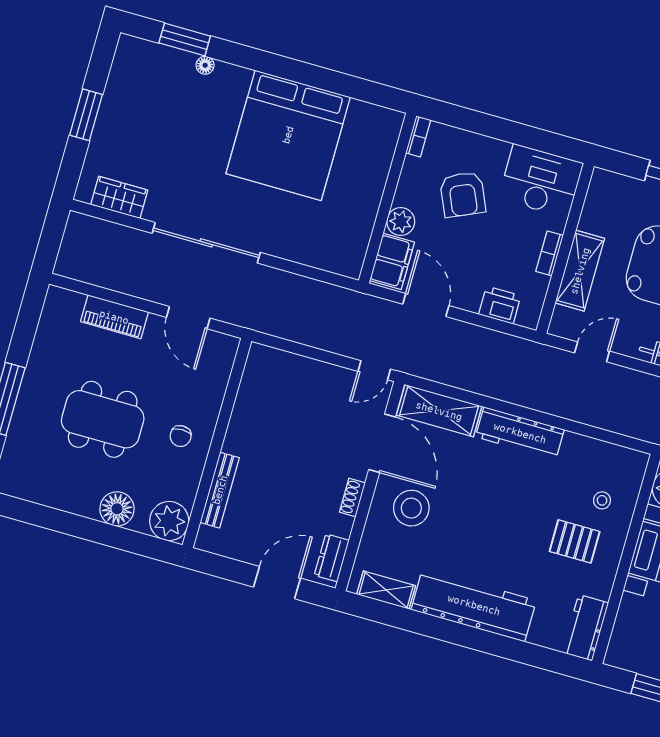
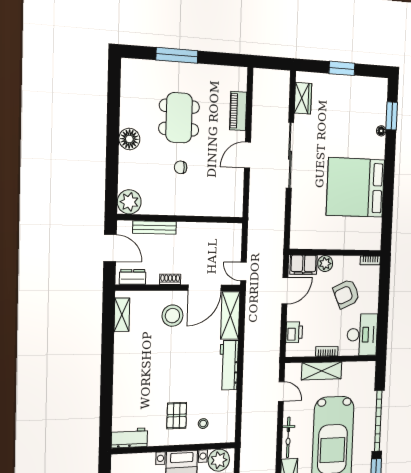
wall: (217, 443) -> (181, 219), moved
bench: (220, 490) -> (155, 228), moved
plant: (169, 521) -> (129, 202), moved
workbench: (474, 605) -> (126, 369), removed

